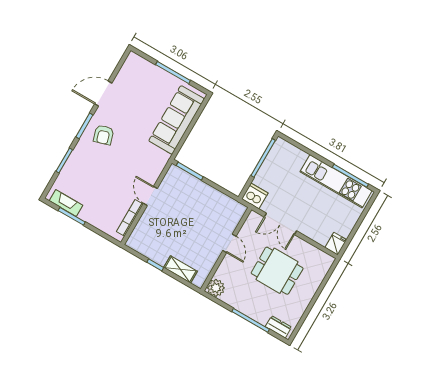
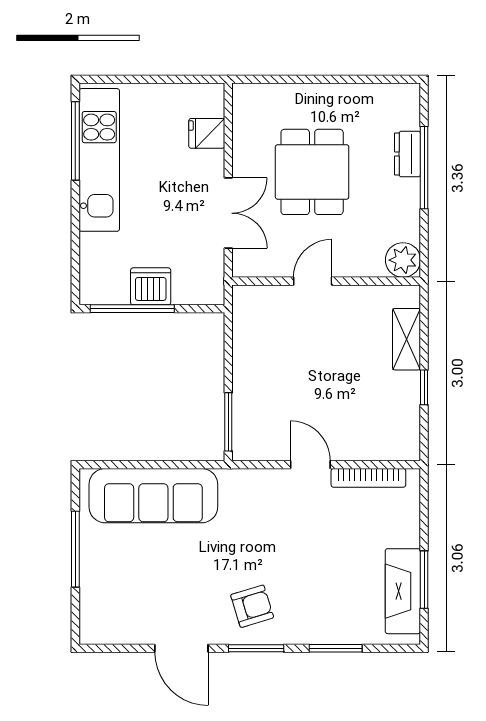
door: (150, 196) -> (310, 465), swing flipped
dishwasher: (255, 196) -> (151, 286), moved, turned 90
fireplace: (66, 203) -> (403, 591), width x1.37, depth x1.32
fridge: (336, 244) -> (207, 133), moved
dresser: (278, 327) -> (407, 154), moved

